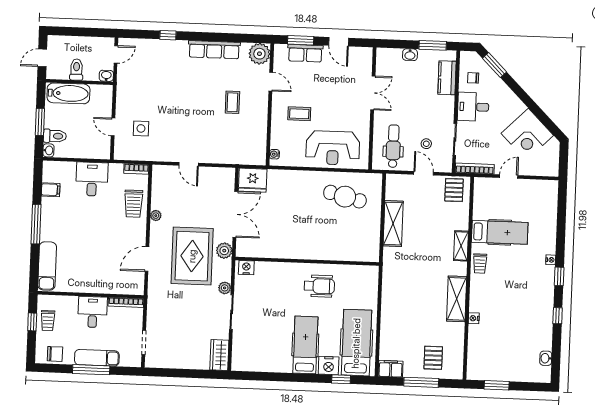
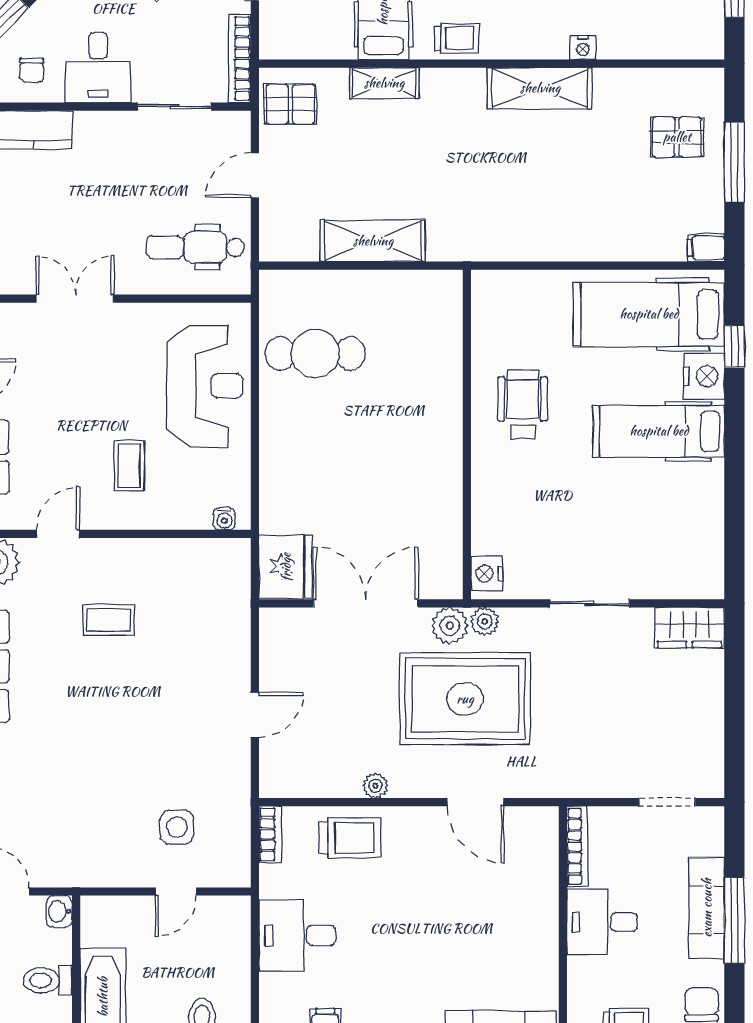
stool: (426, 144) -> (187, 172), removed
cafe table: (345, 197) -> (315, 354), turned 76
shelving: (461, 246) -> (384, 83), moved
plant: (225, 288) -> (485, 621), moved
filing cabinet: (391, 369) -> (706, 248), width x0.50

